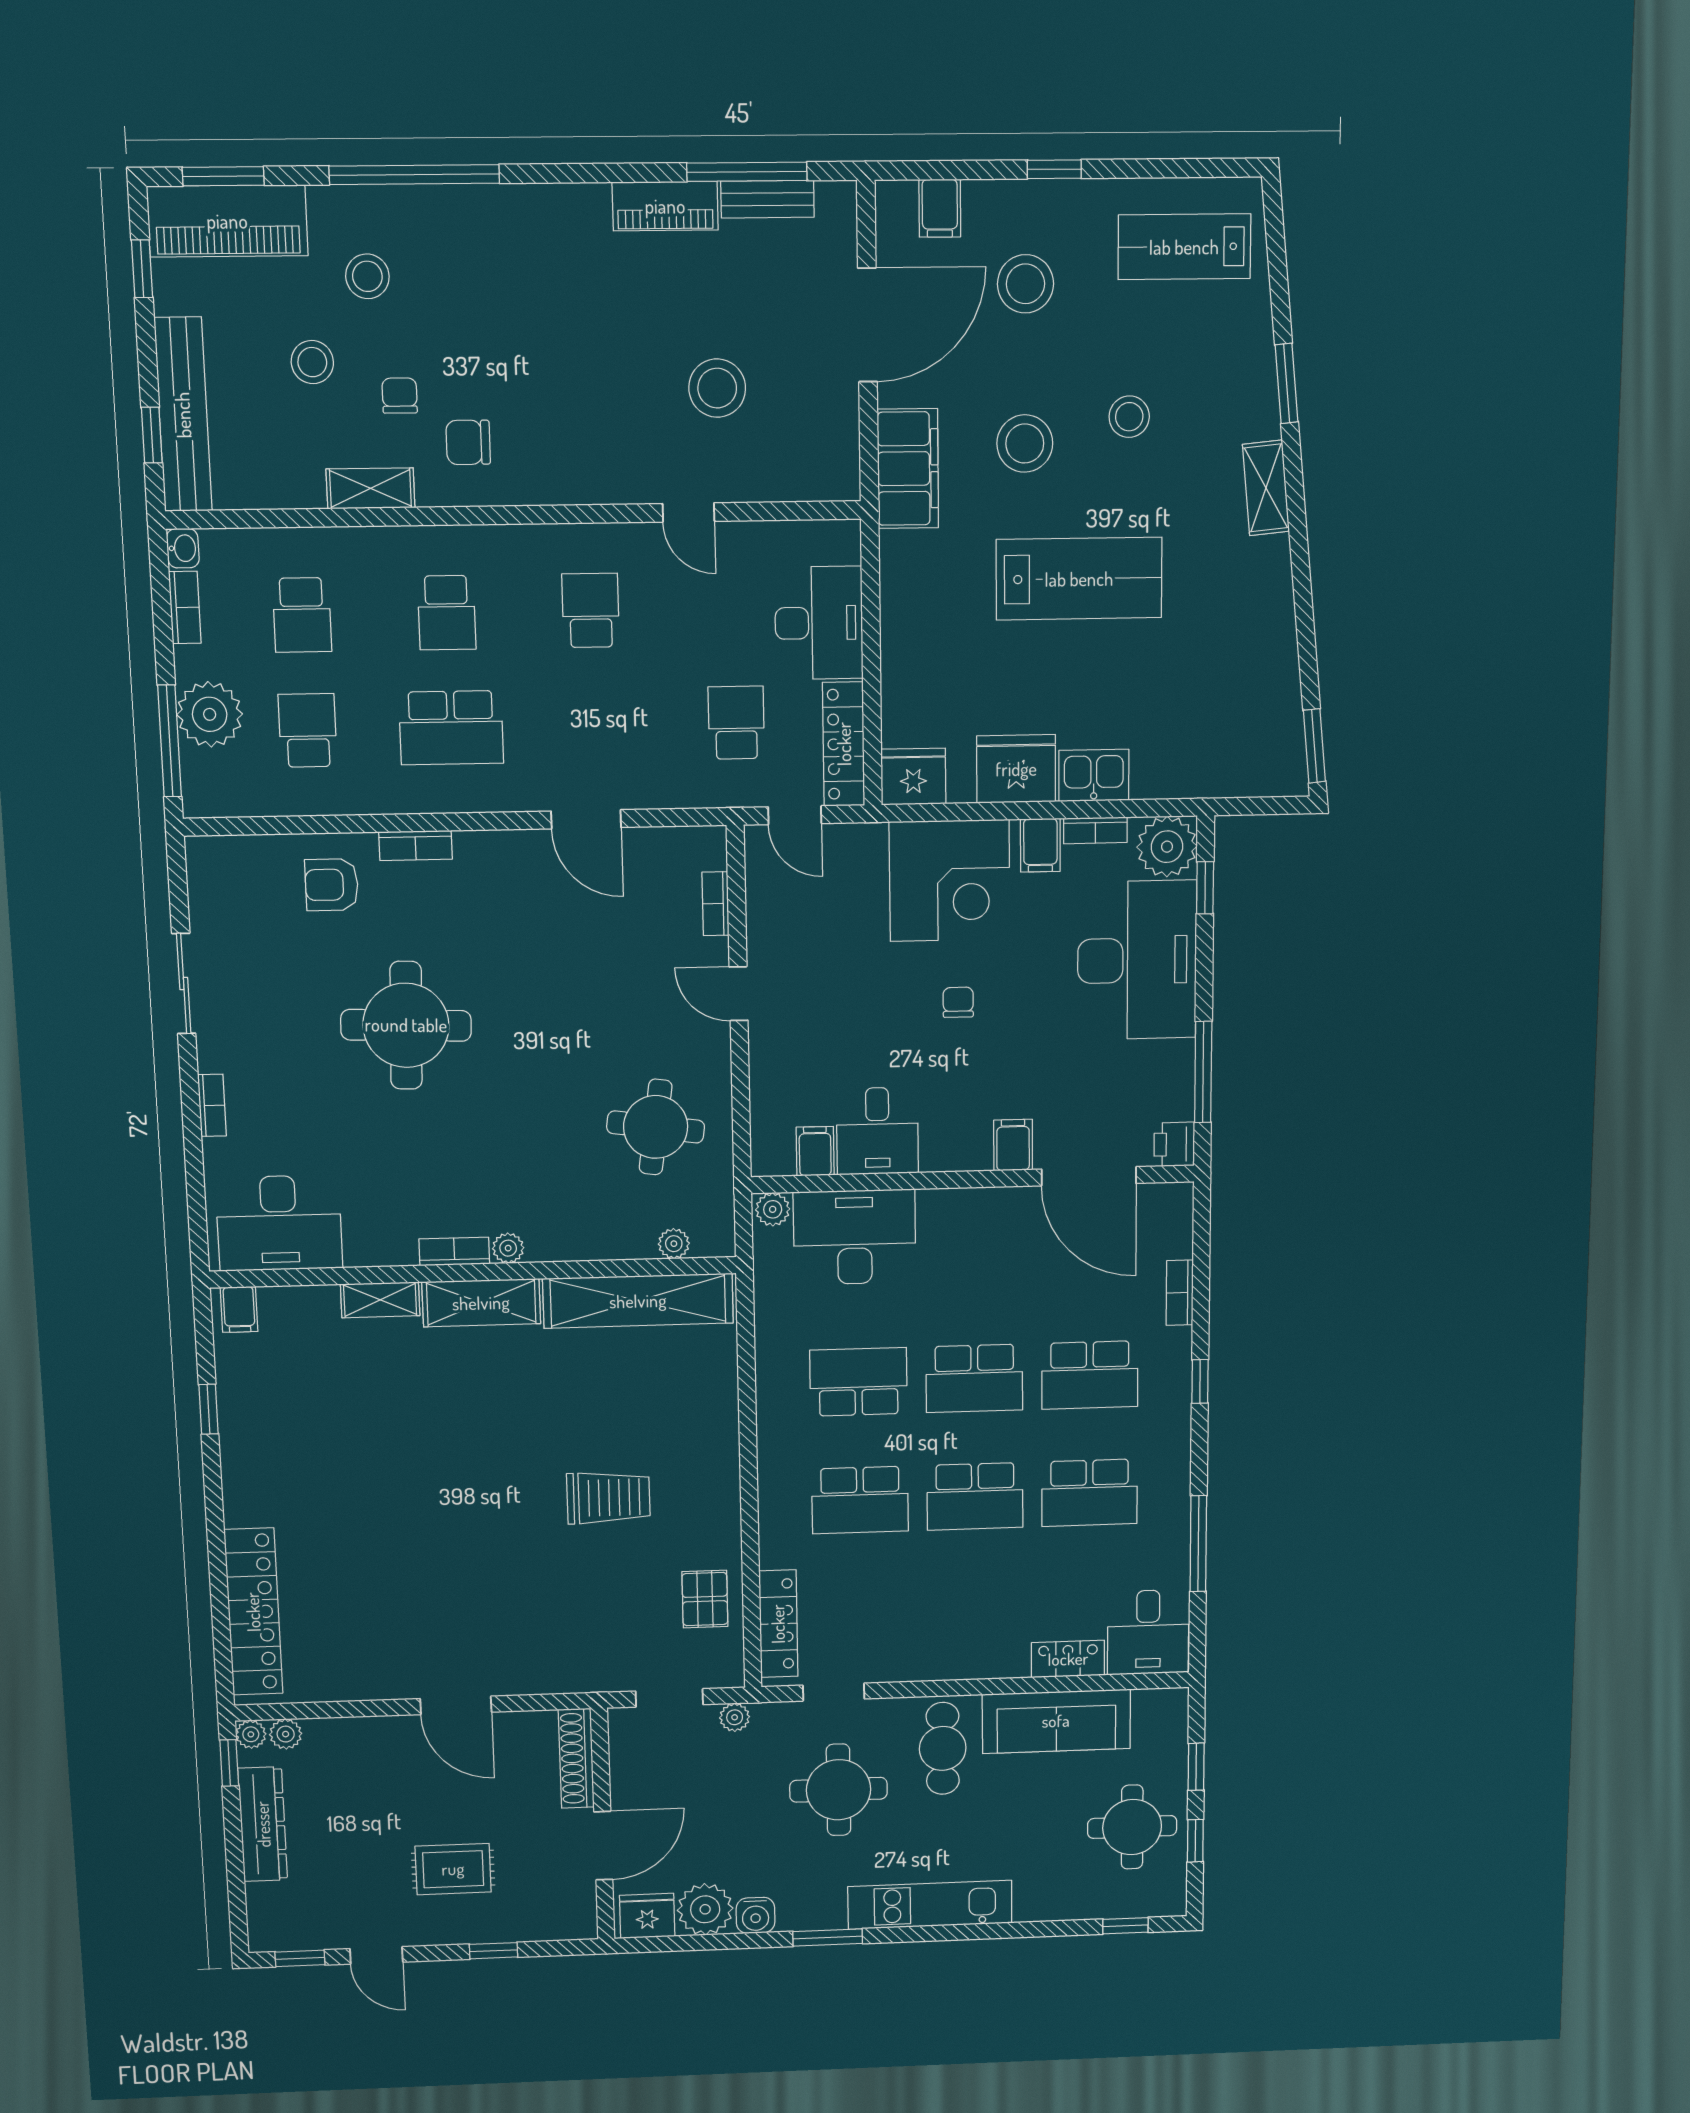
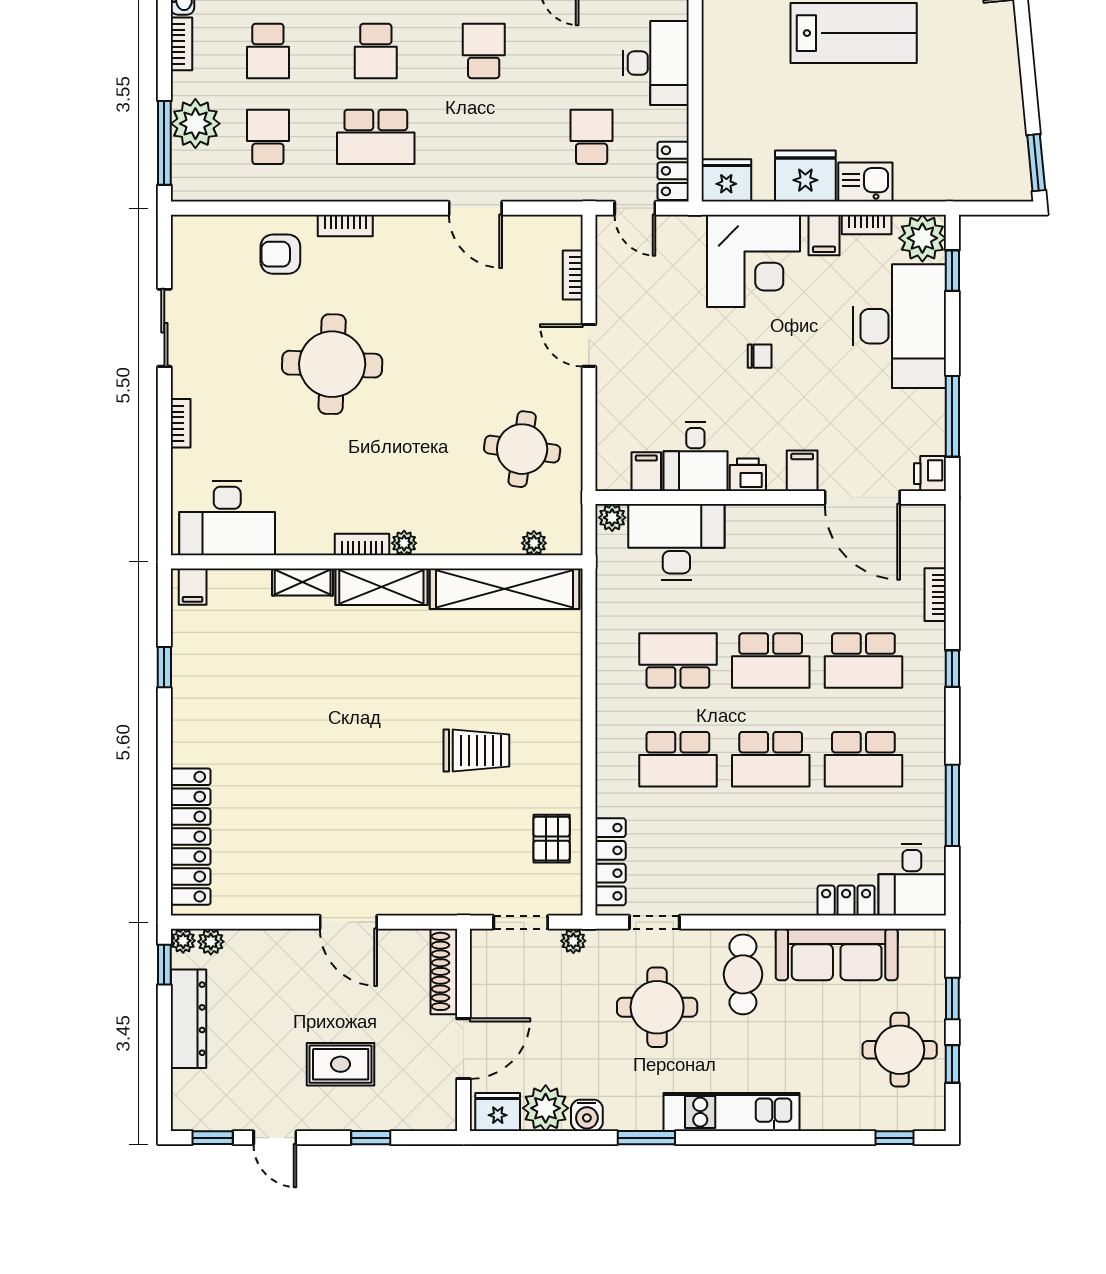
locker: (844, 744) -> (673, 171), width x0.66
chair: (958, 1002) -> (760, 356), turned 90
printer: (944, 1152) -> (748, 475), added

